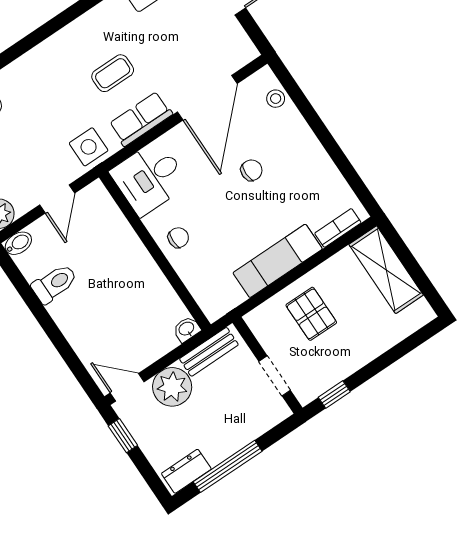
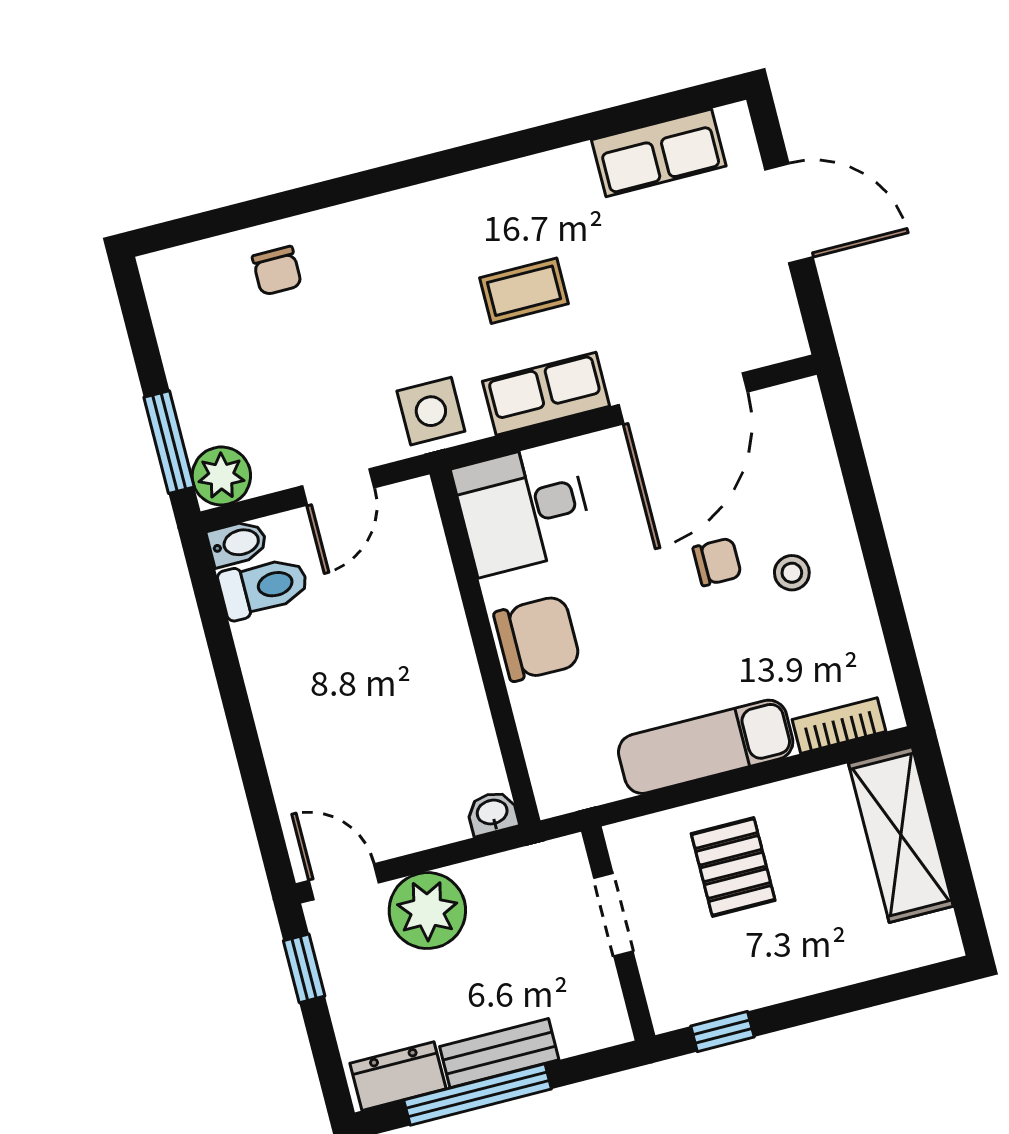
stool: (276, 99) -> (792, 573), moved
chair: (178, 238) -> (537, 638), width x1.87, depth x1.87
toilet: (54, 284) -> (264, 587), moved
bench: (209, 352) -> (499, 1053), moved
doorway: (275, 376) -> (613, 915), moved

